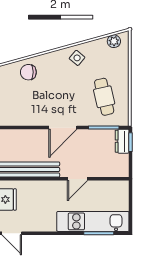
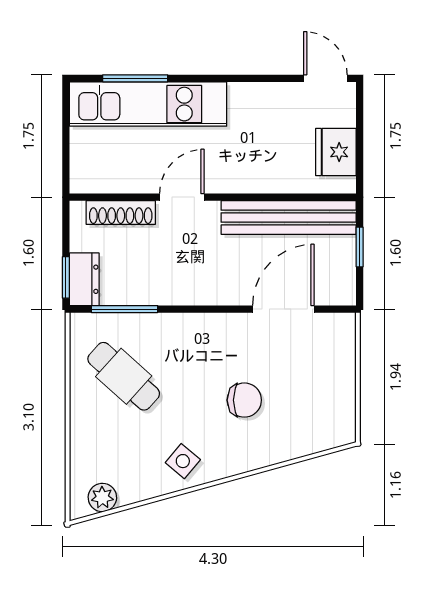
chair: (28, 72) -> (244, 400), moved
cafe table: (104, 97) -> (124, 376), turned -35
door: (63, 128) -> (283, 309), moved
shoe rack: (105, 172) -> (121, 213), added

